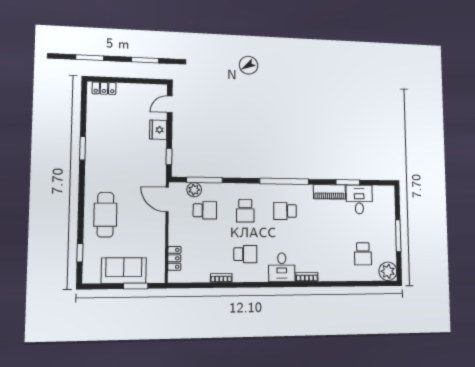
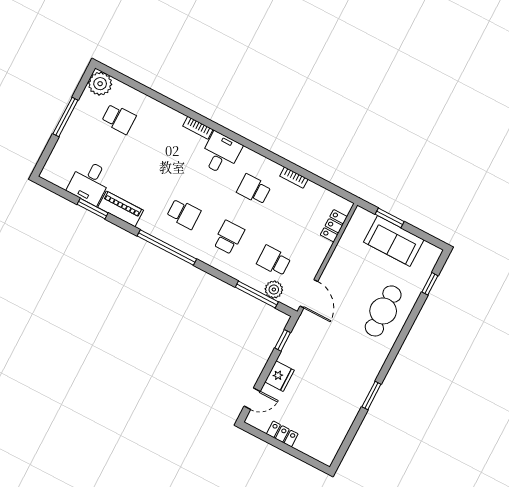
locker: (104, 88) -> (282, 434), moved
school desk: (363, 254) -> (119, 119), turned 90

